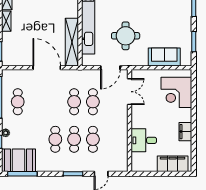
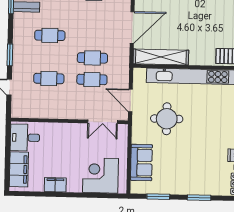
cafe table: (74, 139) -> (49, 57), removed
desk: (144, 140) -> (25, 138), moved, turned -90

